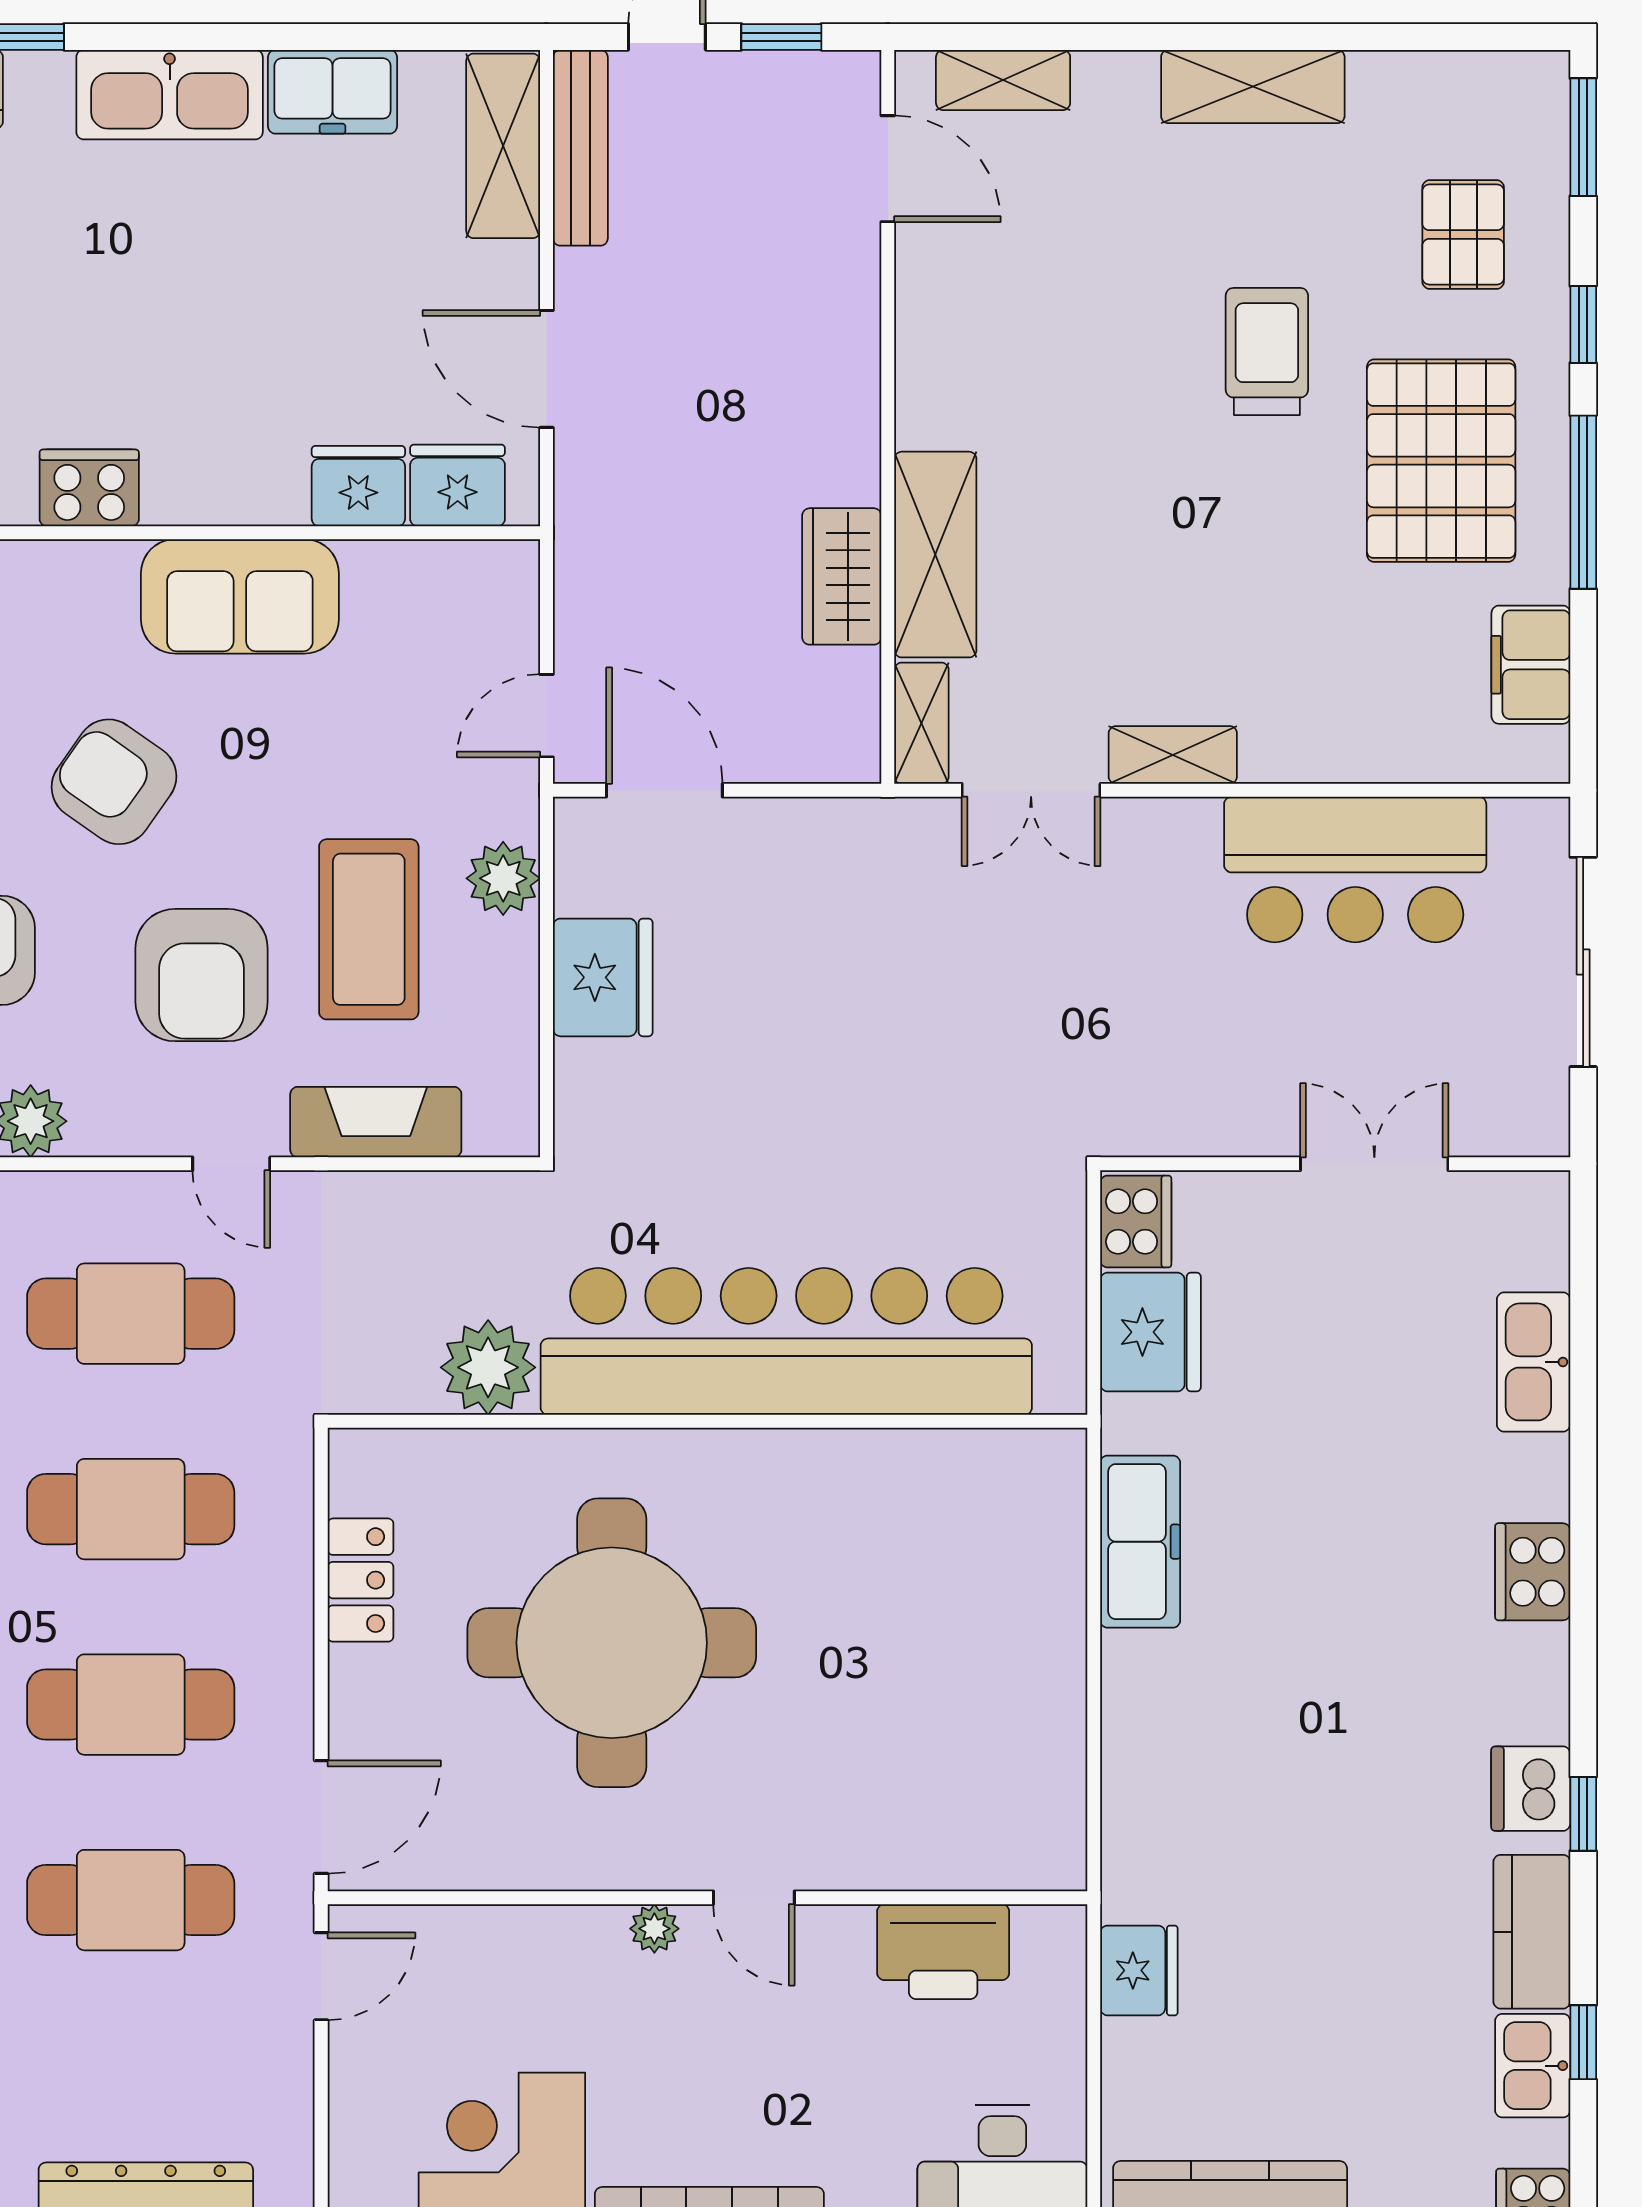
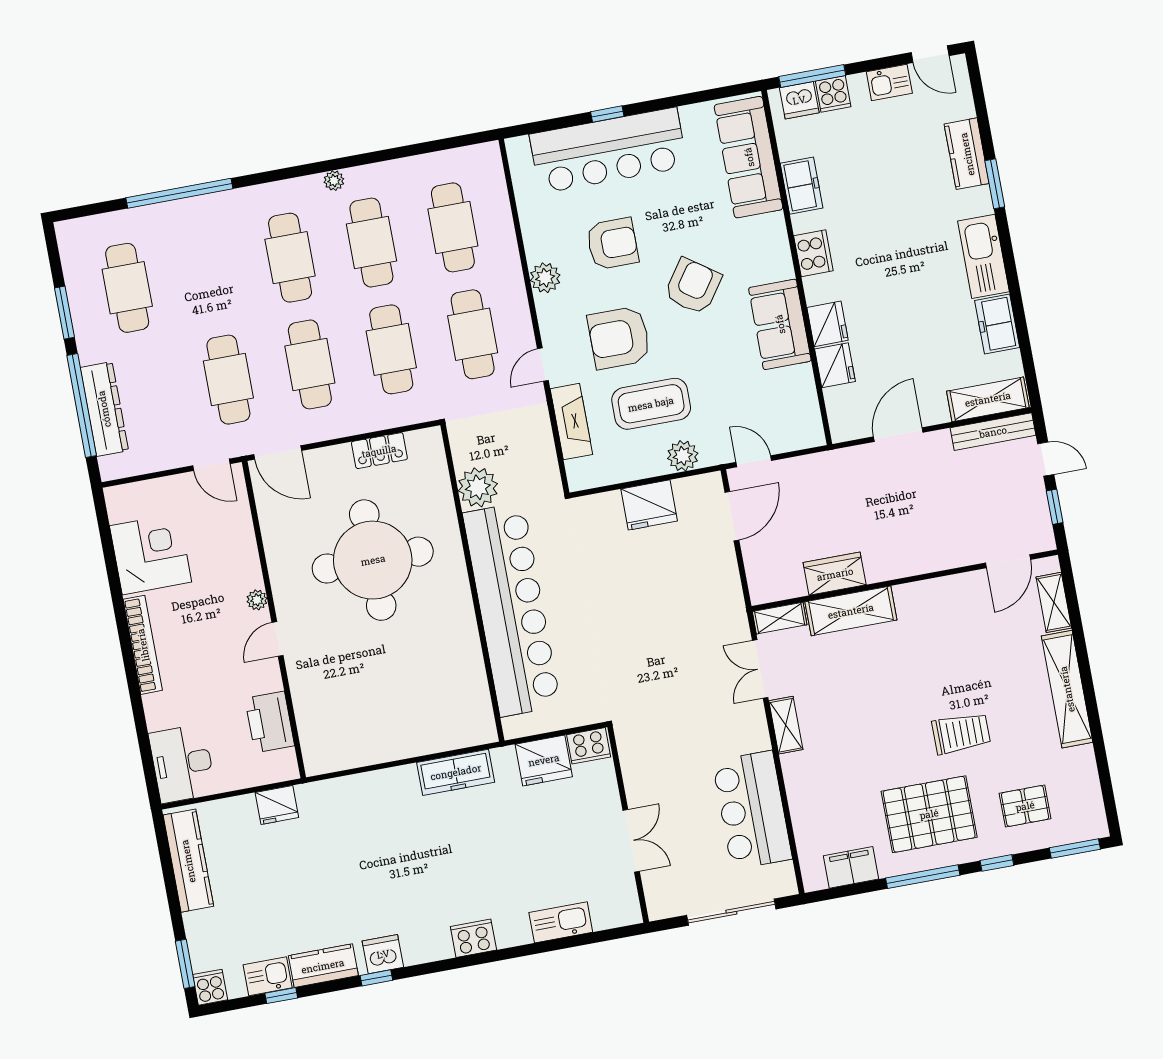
shelving: (1253, 87) -> (1067, 689), width x1.47
fridge: (458, 485) -> (828, 324), moved

